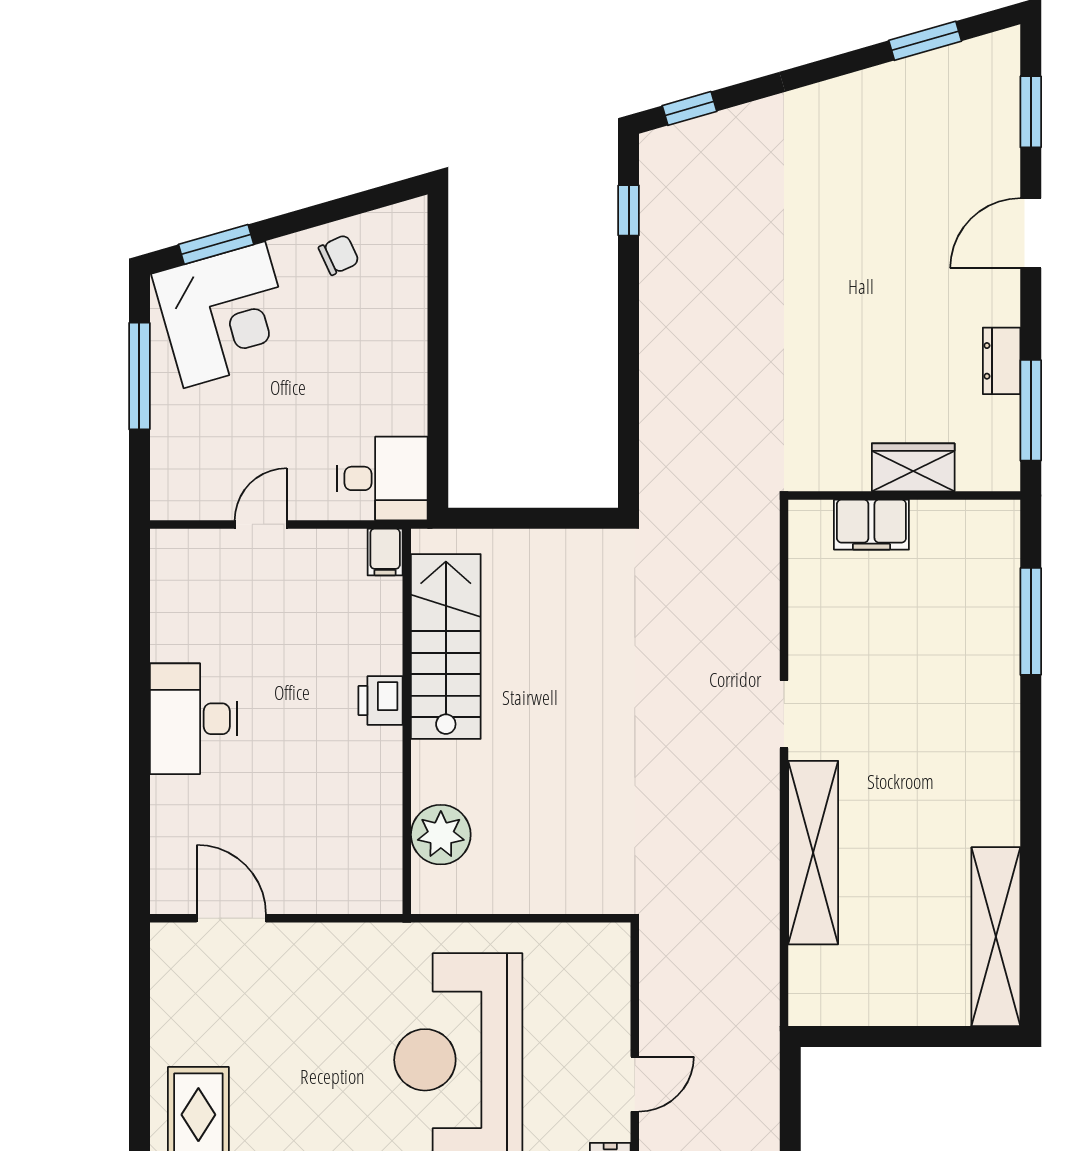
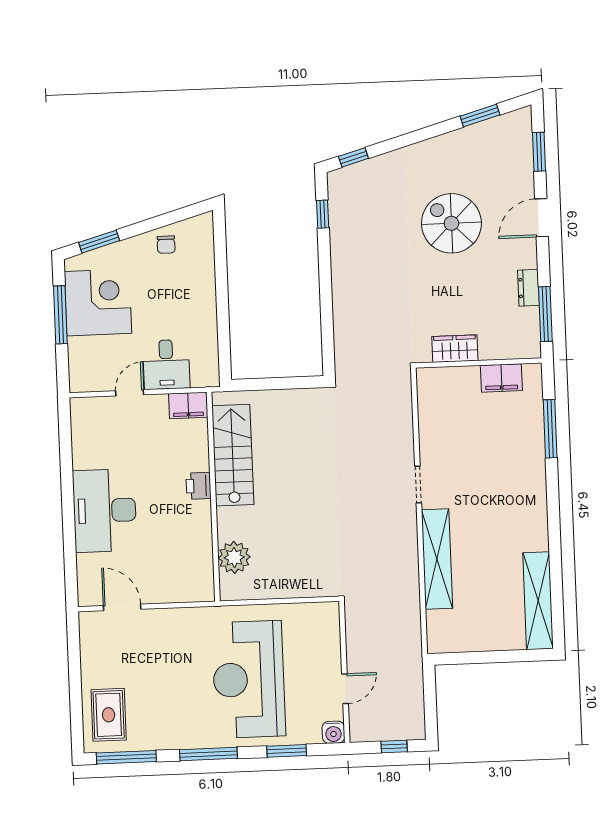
spiral stairs: (865, 237) -> (451, 223), added
chair: (339, 255) -> (166, 245), turned 115
corner desk: (224, 315) -> (98, 302), moved, turned -74
wardrobe: (913, 467) -> (455, 349), moved
desk: (382, 478) -> (166, 364), moved, turned 90
filing cabinet: (871, 525) -> (501, 378), moved
filing cabinet: (385, 552) -> (188, 405), width x2.00
desk: (193, 719) -> (105, 511), width x1.36, depth x1.30

